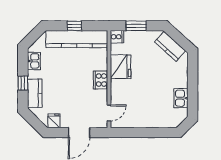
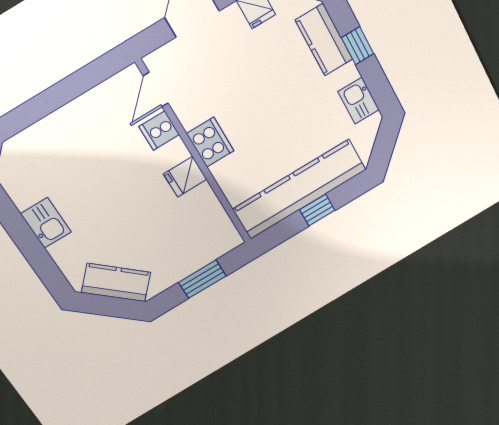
cooker: (117, 37) -> (159, 131), moved
fridge: (121, 67) -> (185, 177), width x0.53, depth x0.75
kitchen sink: (181, 98) -> (46, 223), moved

